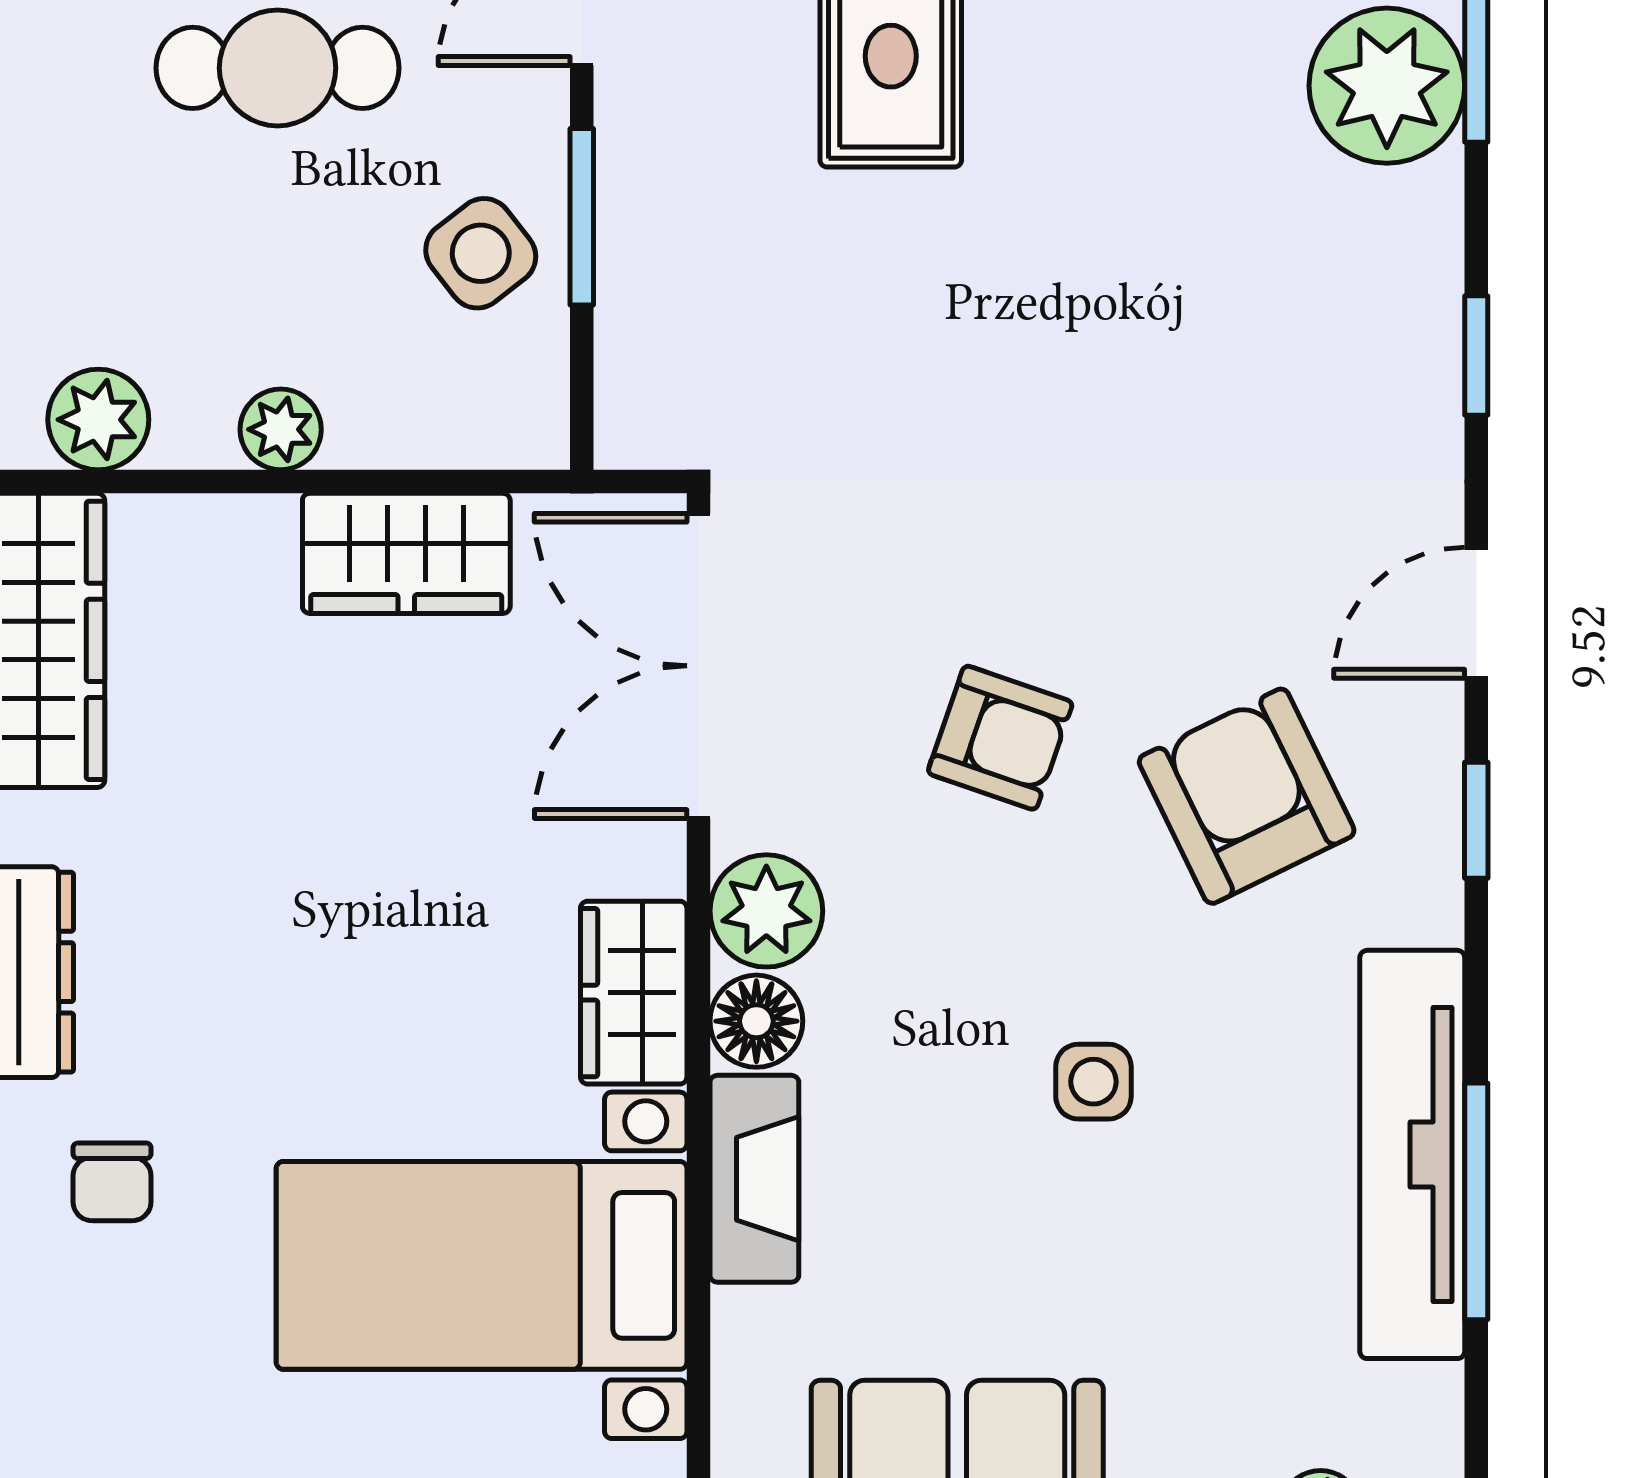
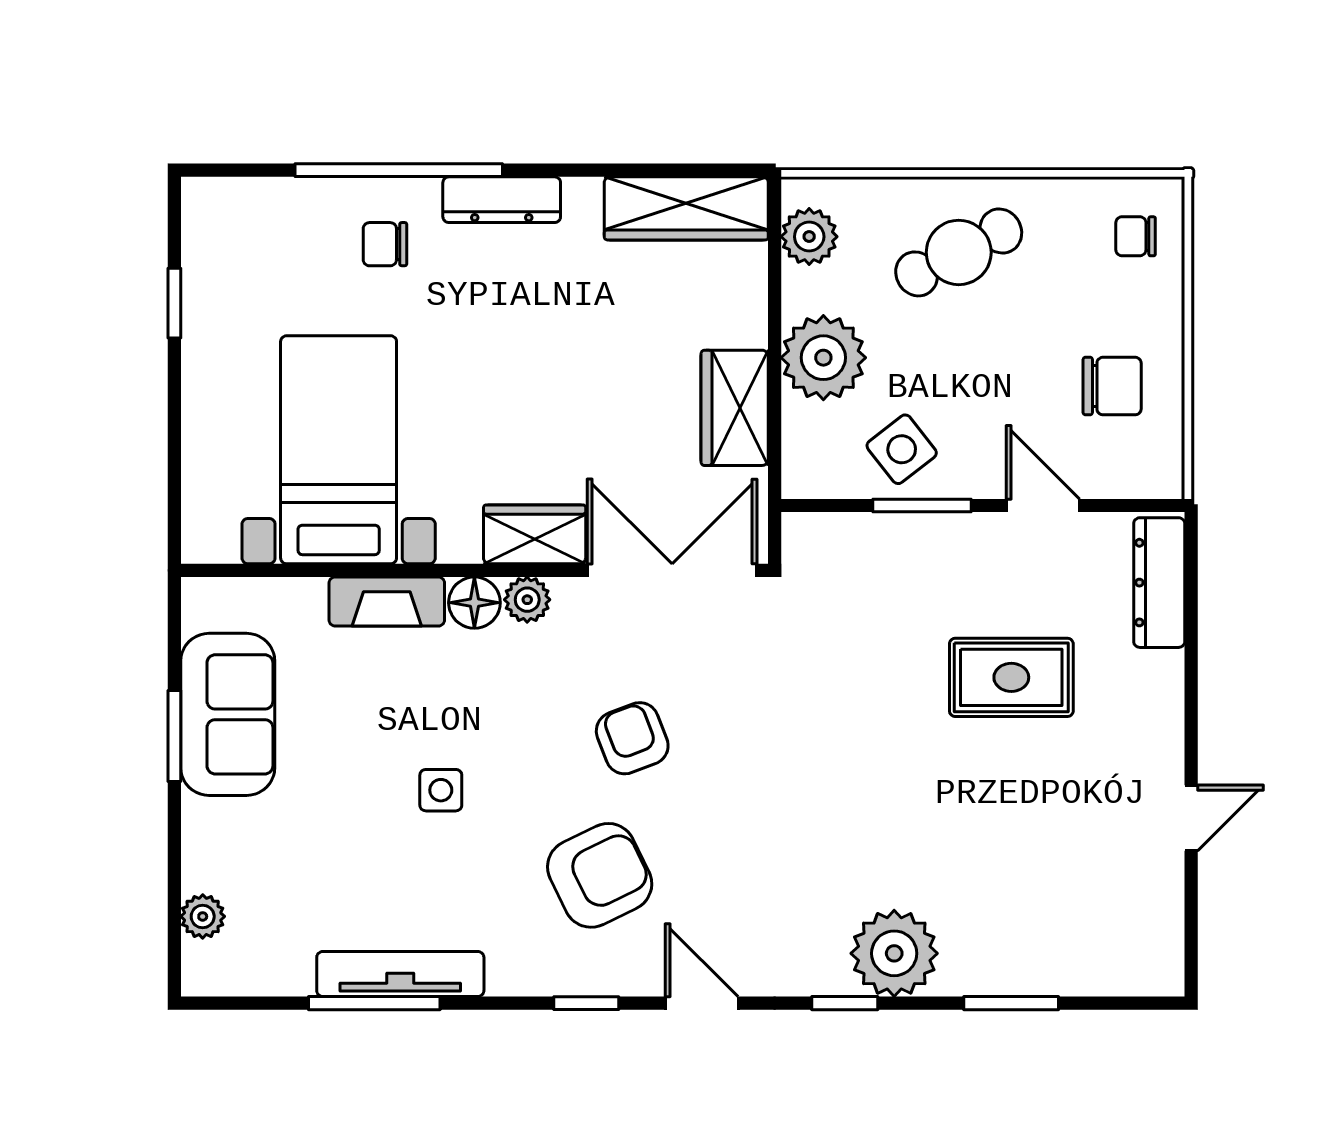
cafe table: (278, 68) -> (959, 252), moved, turned 63
plant: (1387, 86) -> (894, 953), moved
plant: (281, 429) -> (823, 358), width x1.88, depth x1.88
armchair: (1000, 738) -> (632, 738), turned 140
plant: (766, 911) -> (527, 600), width x0.73, depth x0.73
wardrobe: (634, 993) -> (535, 534), moved
tv unit: (1412, 1154) -> (400, 974), width x0.73, depth x0.78

